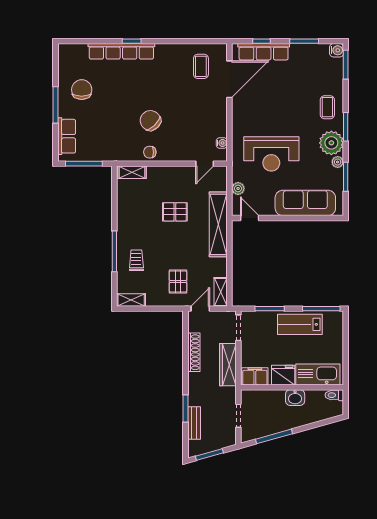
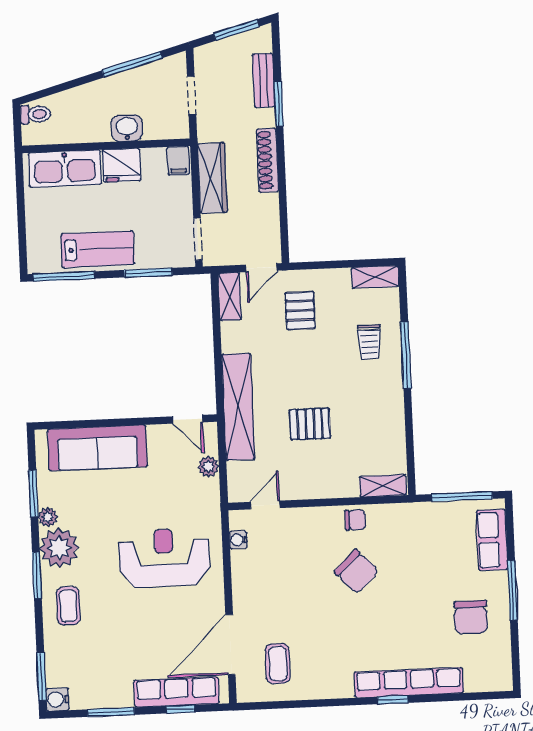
reception desk: (271, 154) -> (164, 558), moved
shoe rack: (194, 352) -> (267, 160), moved
filing cabinet: (255, 376) -> (178, 161), width x0.50
toilet: (334, 395) -> (35, 114), moved
washbasin: (295, 398) -> (127, 128), moved

